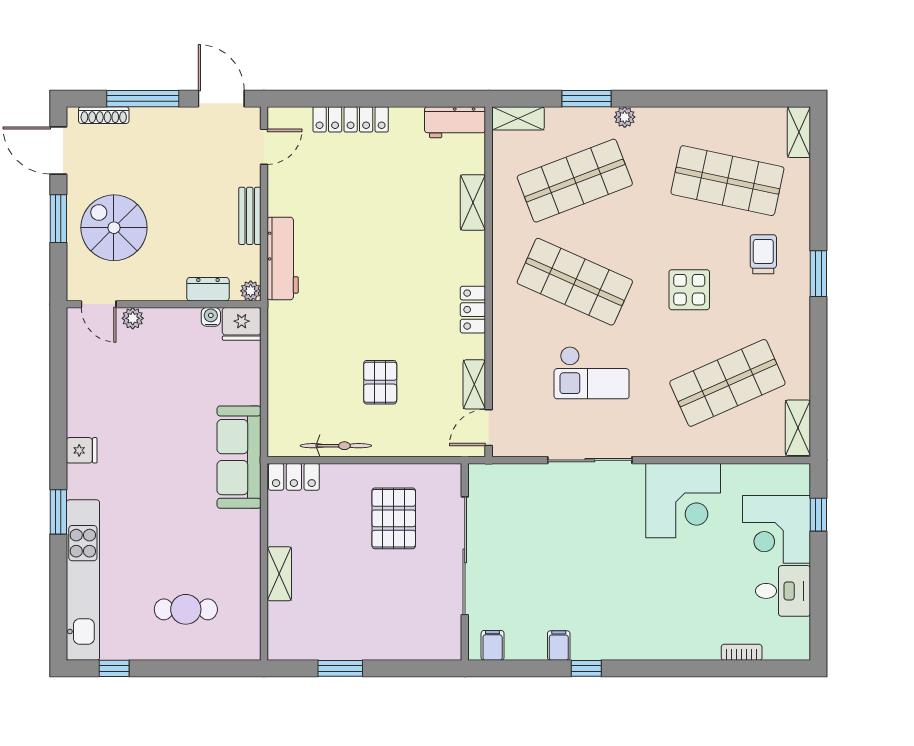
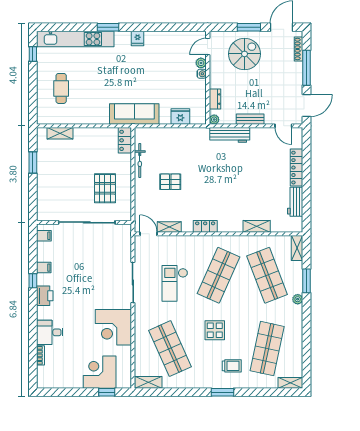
workbench: (455, 122) -> (295, 202), moved
water cooler: (211, 317) -> (202, 74), moved
fridge: (242, 324) -> (180, 117), moved, turned 90
pallet: (394, 518) -> (105, 188), turned 90
shelving: (279, 574) -> (60, 133), moved
desk: (783, 591) -> (50, 332), moved, turned 90
printer: (617, 644) -> (45, 296), added

